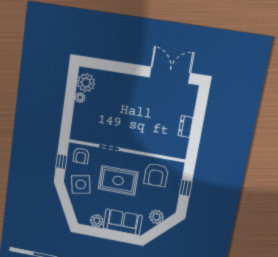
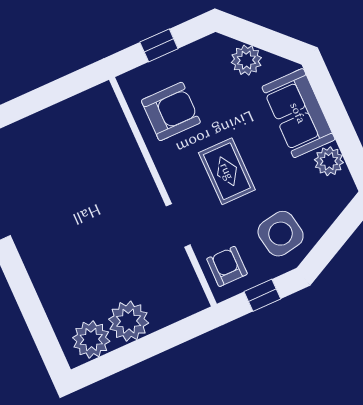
plant: (80, 97) -> (129, 321), width x1.87, depth x1.87
dresser: (186, 127) -> (52, 118), removed
armchair: (81, 156) -> (227, 266), turned -90
rug: (118, 181) -> (227, 171), width x0.73, depth x0.70

